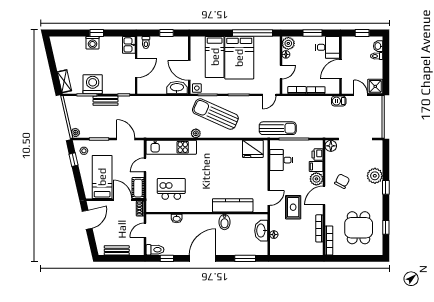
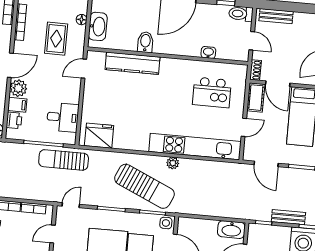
washbasin: (177, 88) -> (231, 230), moved
kitchen unit: (171, 147) -> (195, 147), width x1.36
rug: (293, 207) -> (56, 39), moved
door: (145, 230) -> (252, 41), hinge flipped
bench: (117, 250) -> (276, 16), moved

